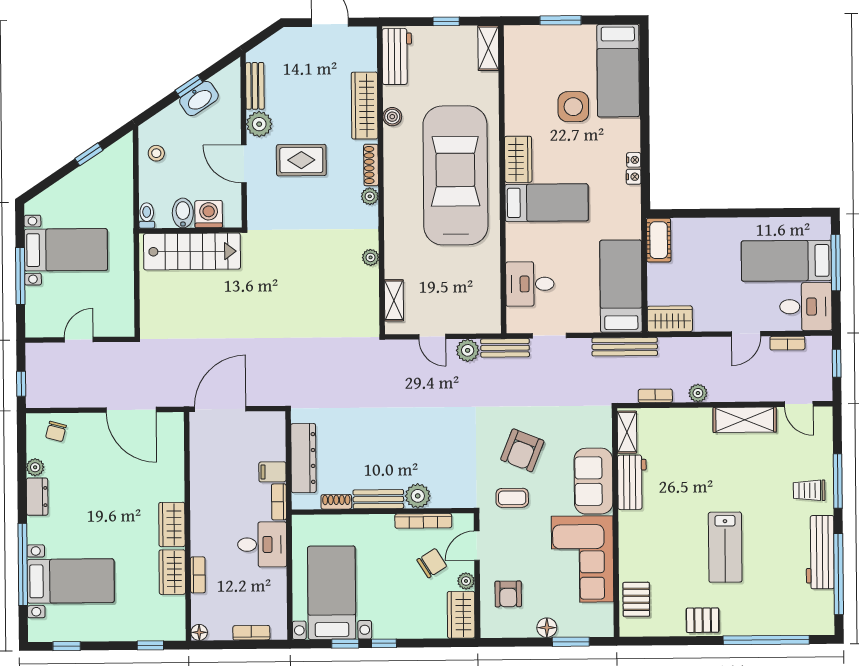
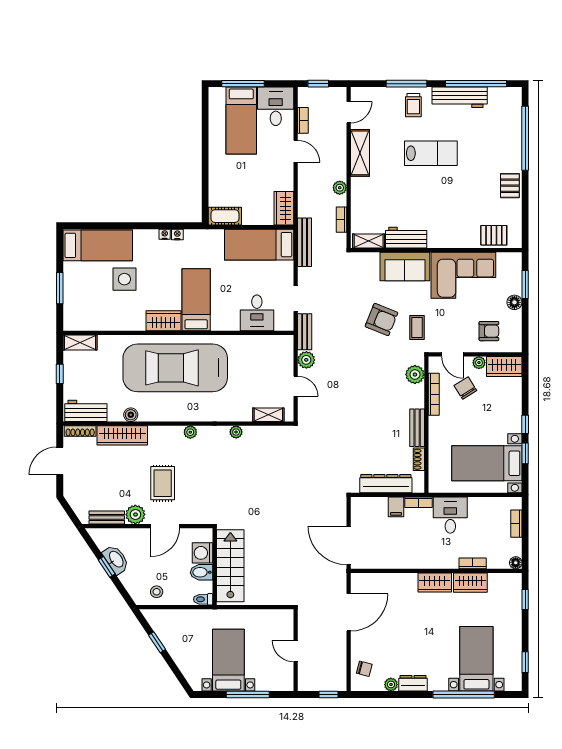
shoe rack: (371, 165) -> (80, 431), moved
door: (432, 337) -> (296, 386), hinge flipped
plant: (418, 496) -> (415, 375), moved
lab bench: (725, 547) -> (431, 153), moved

